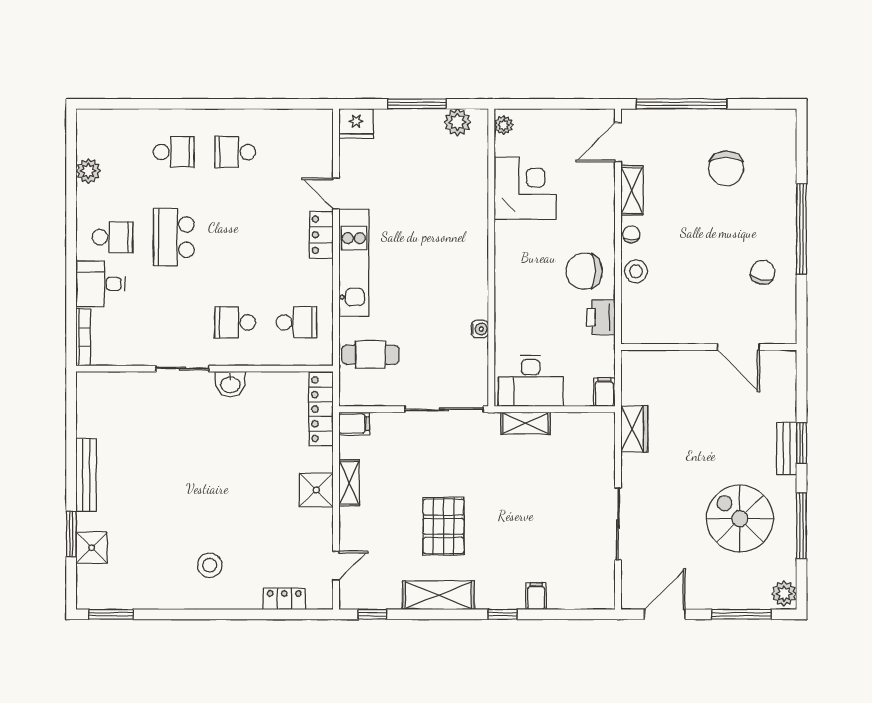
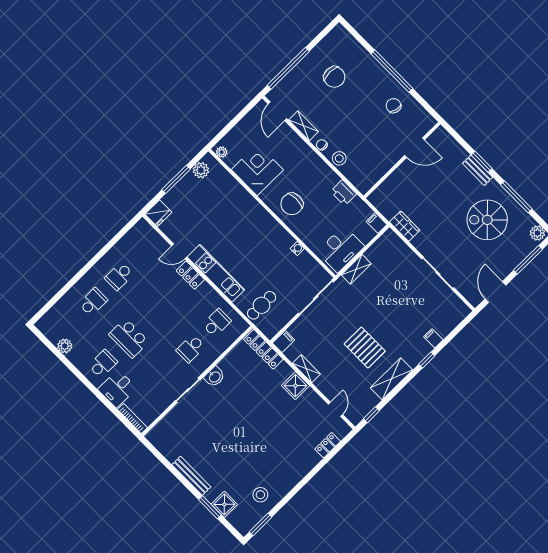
chair: (584, 271) -> (292, 204), moved
stool: (210, 565) -> (260, 495), moved

